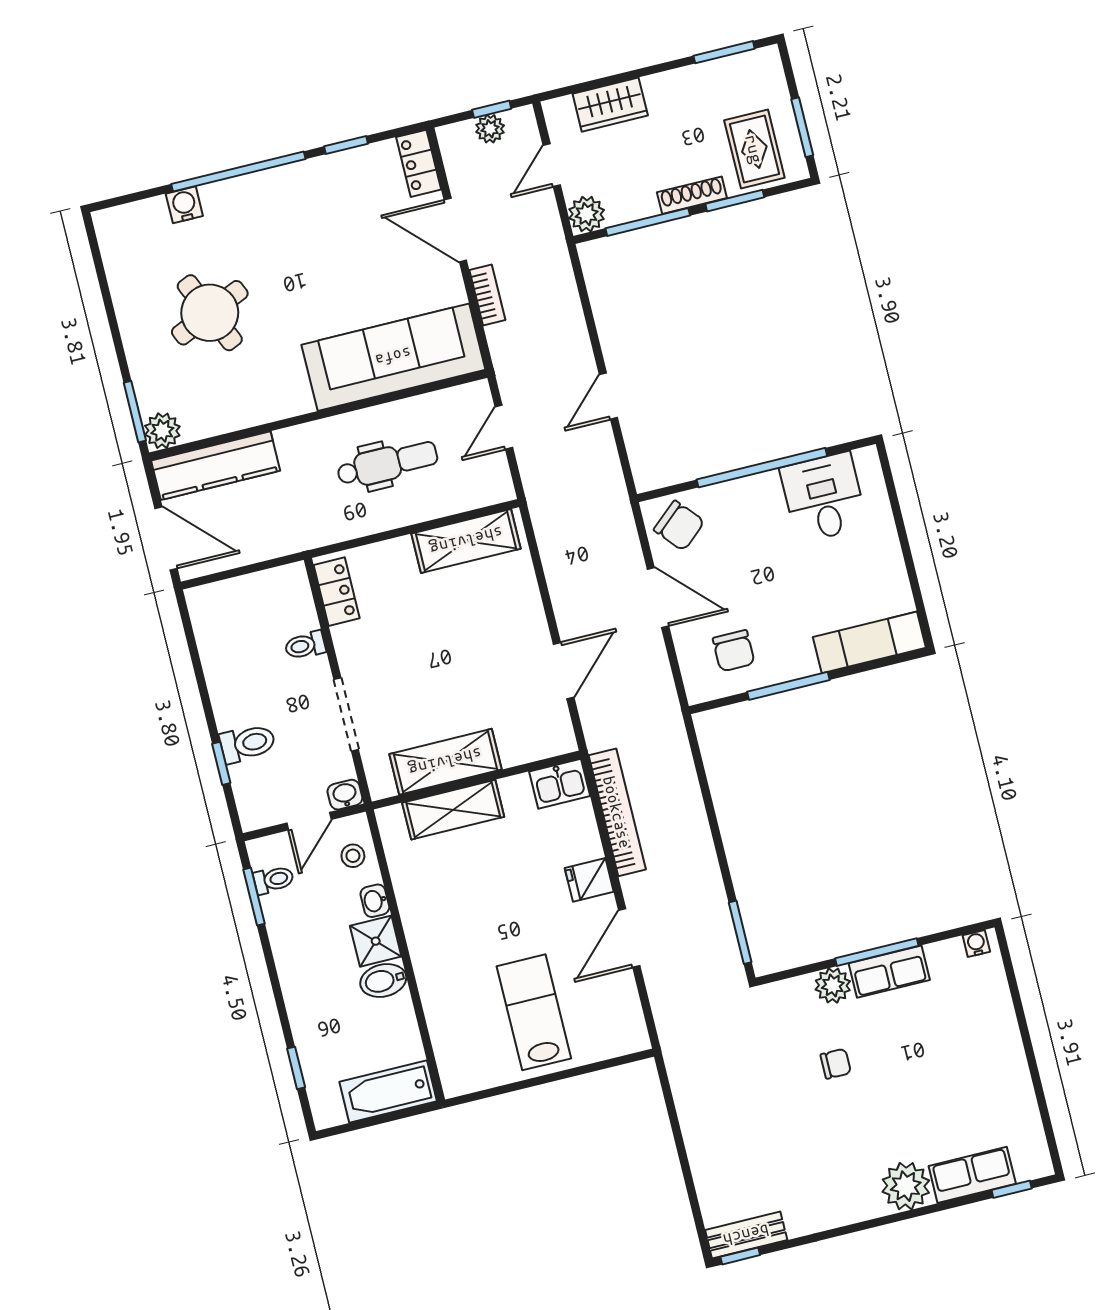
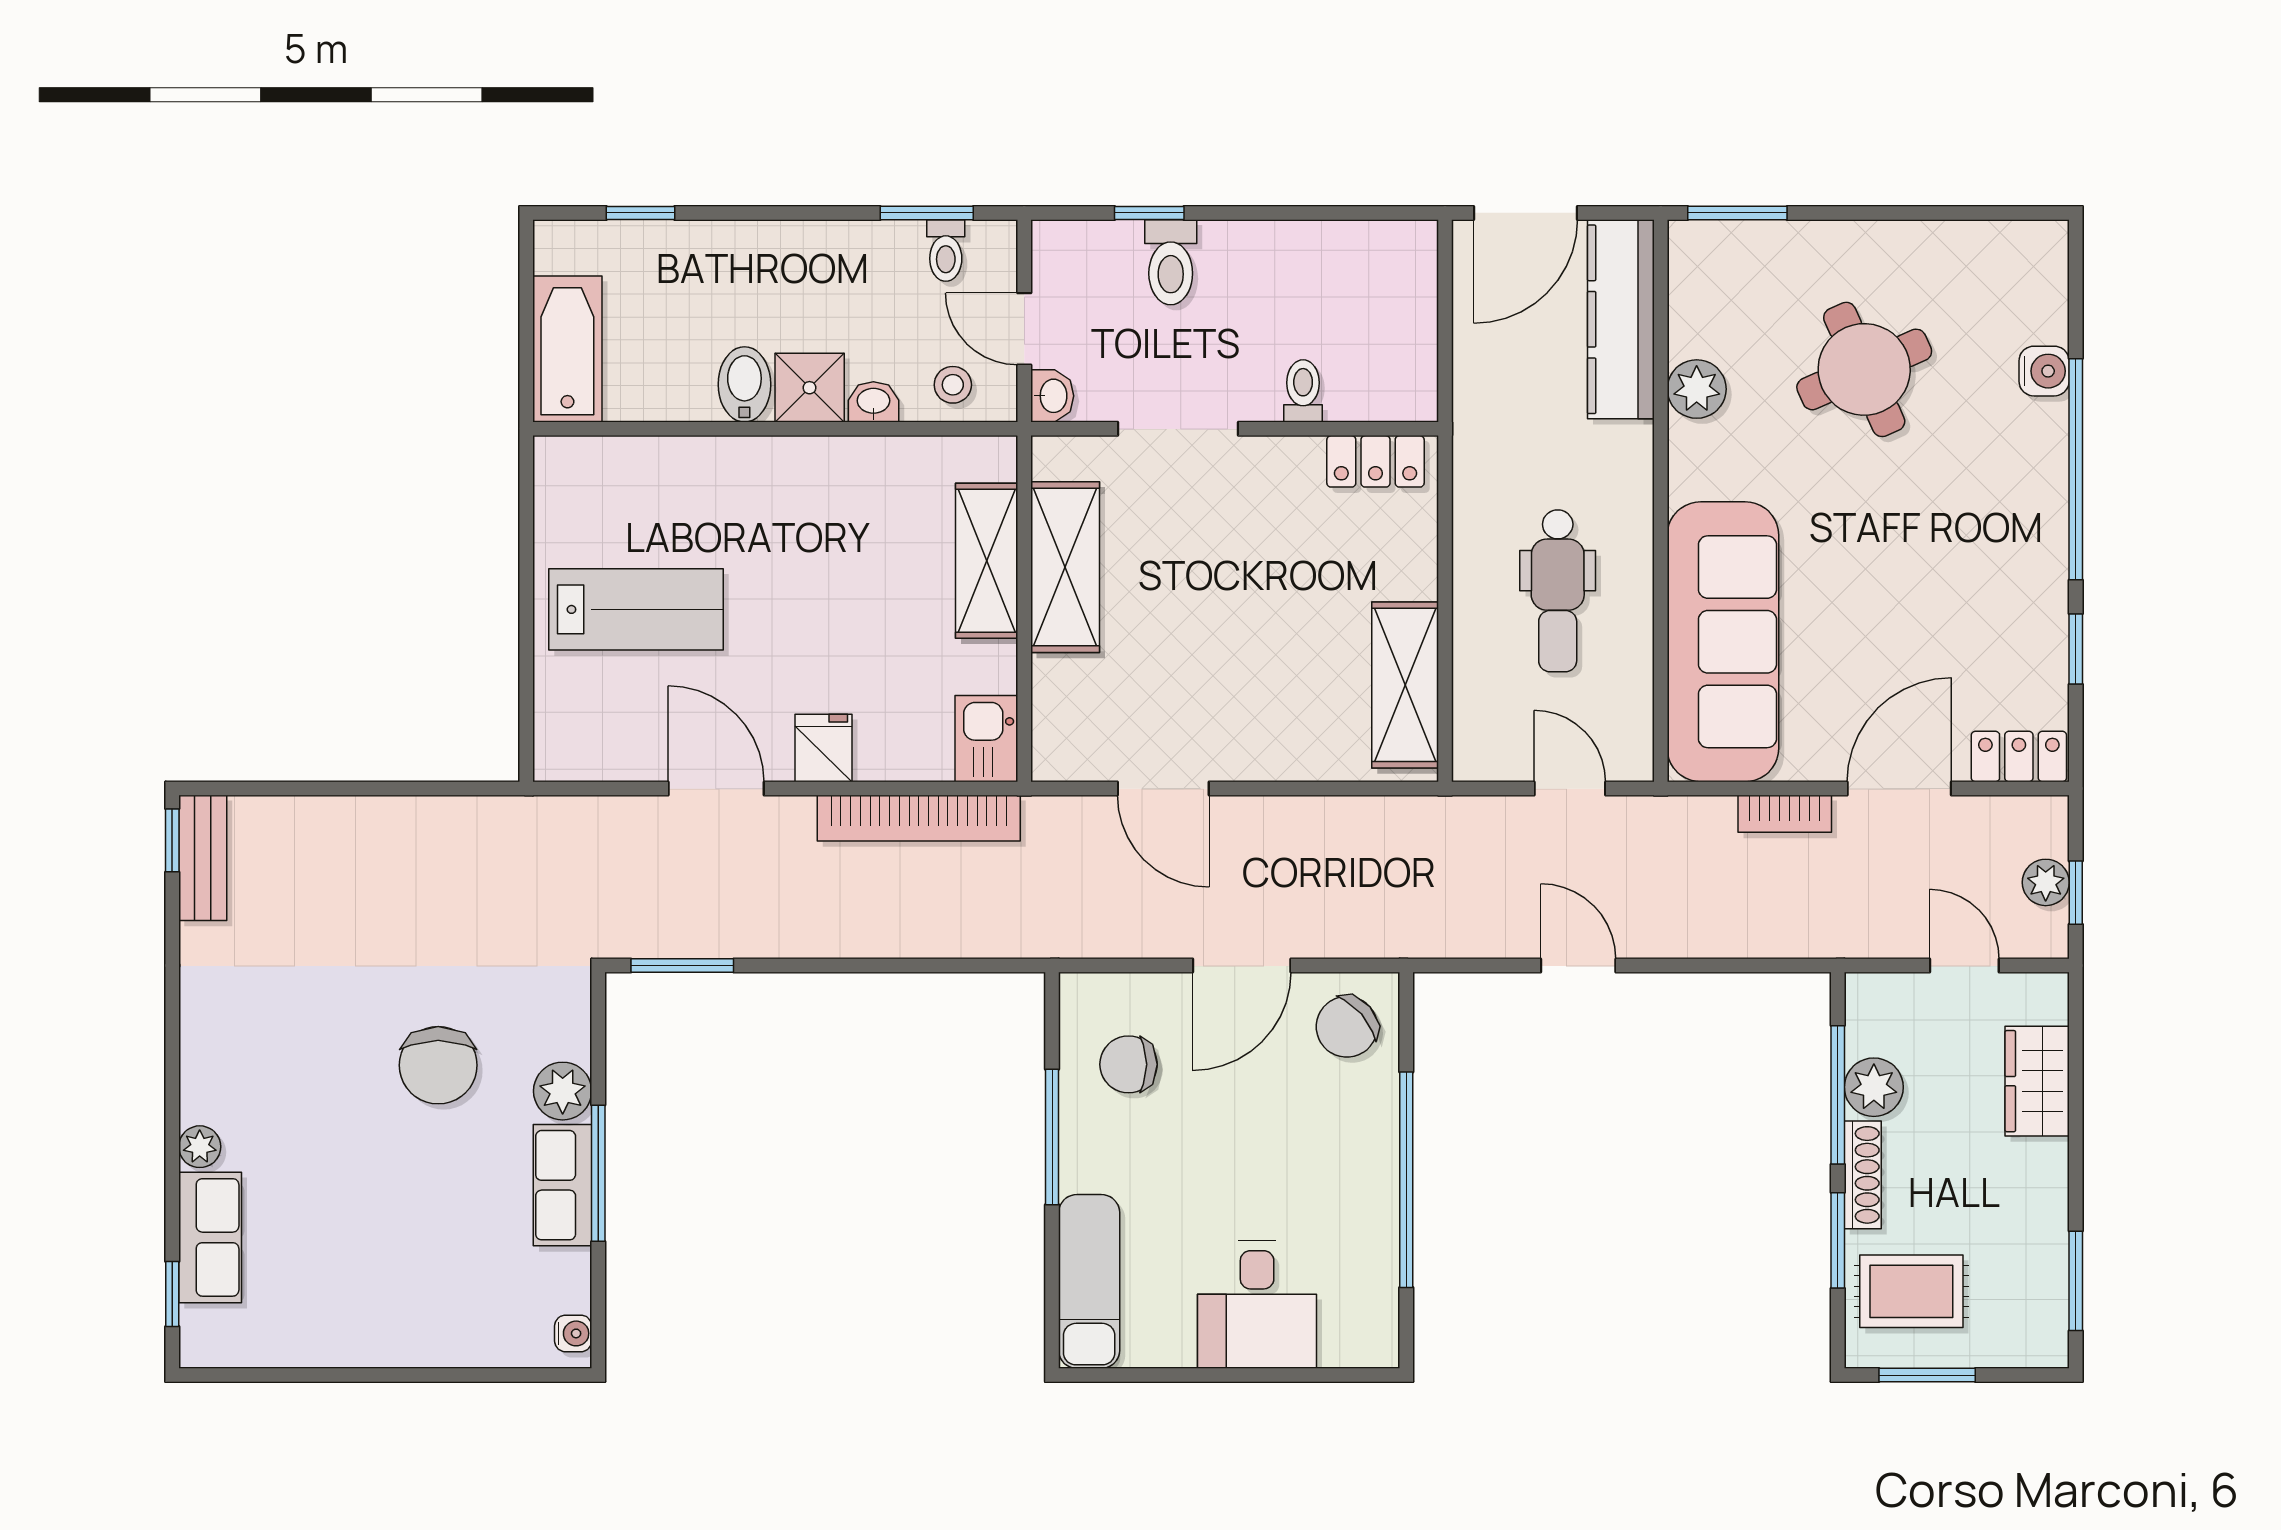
plant: (587, 214) -> (1874, 1087), moved
plant: (162, 431) -> (1697, 389), moved
desk: (824, 497) -> (1257, 1304), moved, turned 90
chair: (836, 1064) -> (438, 1065), width x1.87, depth x1.87
plant: (906, 1186) -> (200, 1147), width x0.53, depth x0.53

